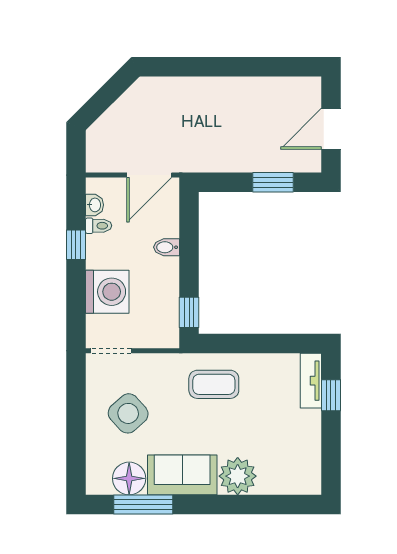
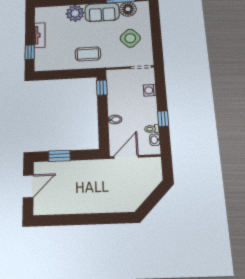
washing machine: (107, 292) -> (150, 90), width x0.53, depth x0.53
tv unit: (311, 381) -> (40, 35), moved

